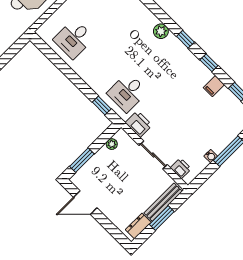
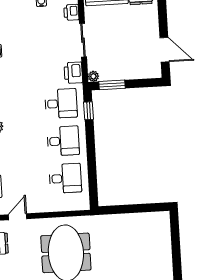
desk: (101, 66) -> (63, 141), added
plant: (112, 144) -> (93, 76), moved
window: (82, 160) -> (112, 85), moved

